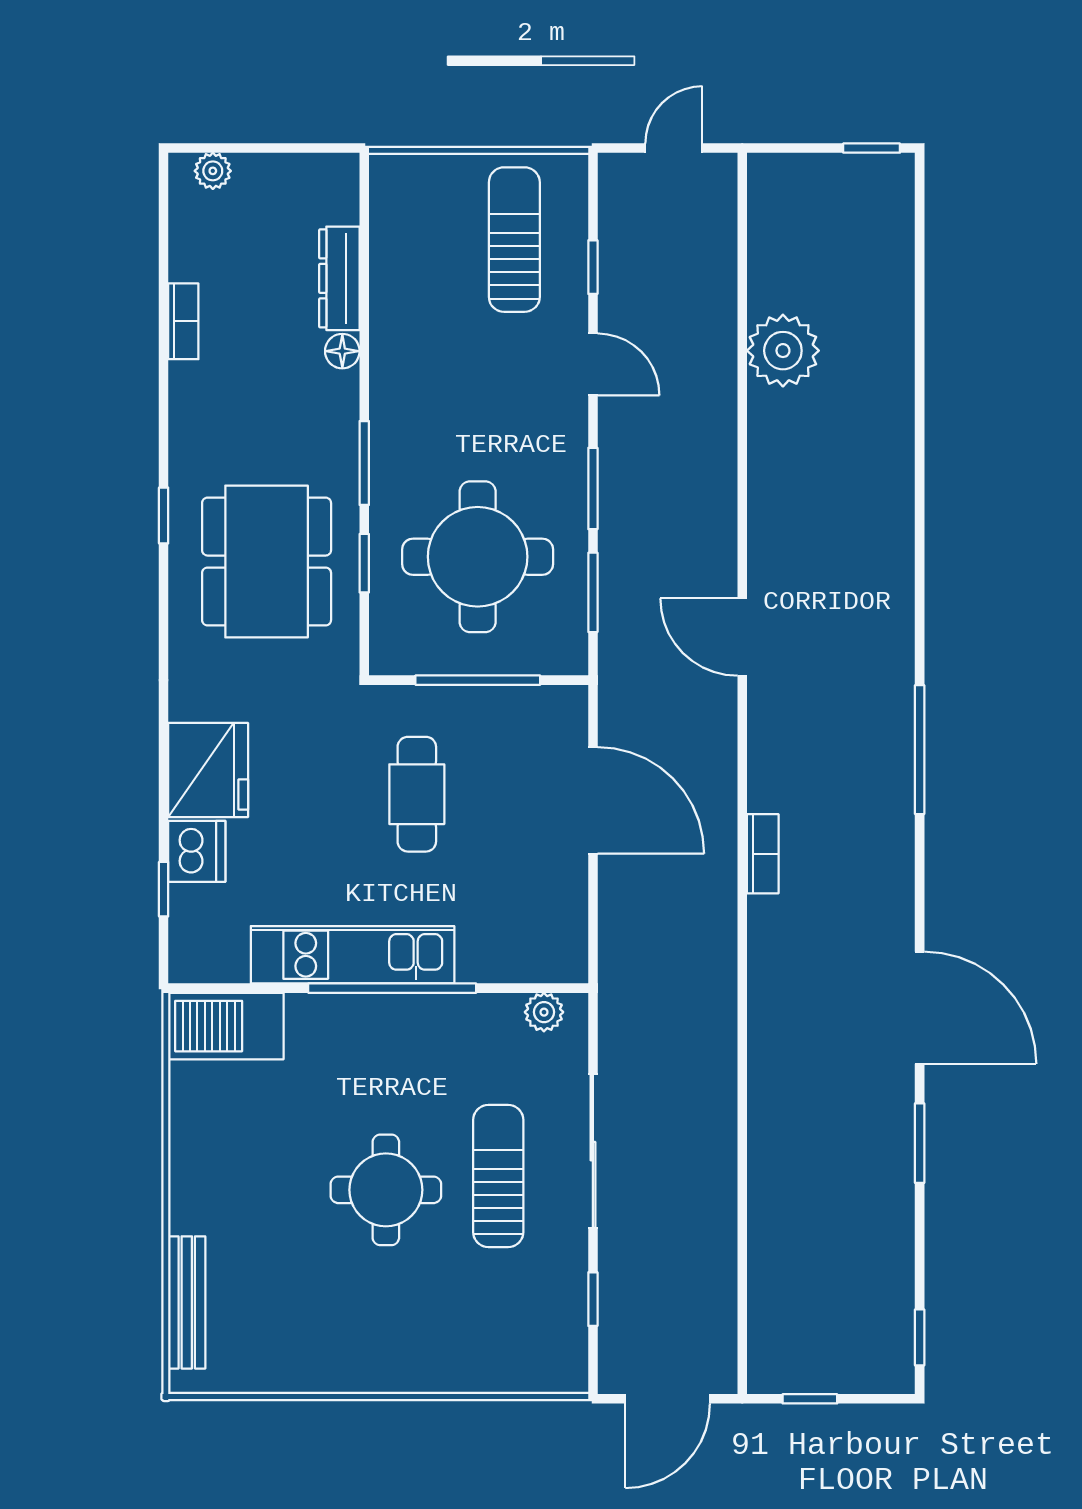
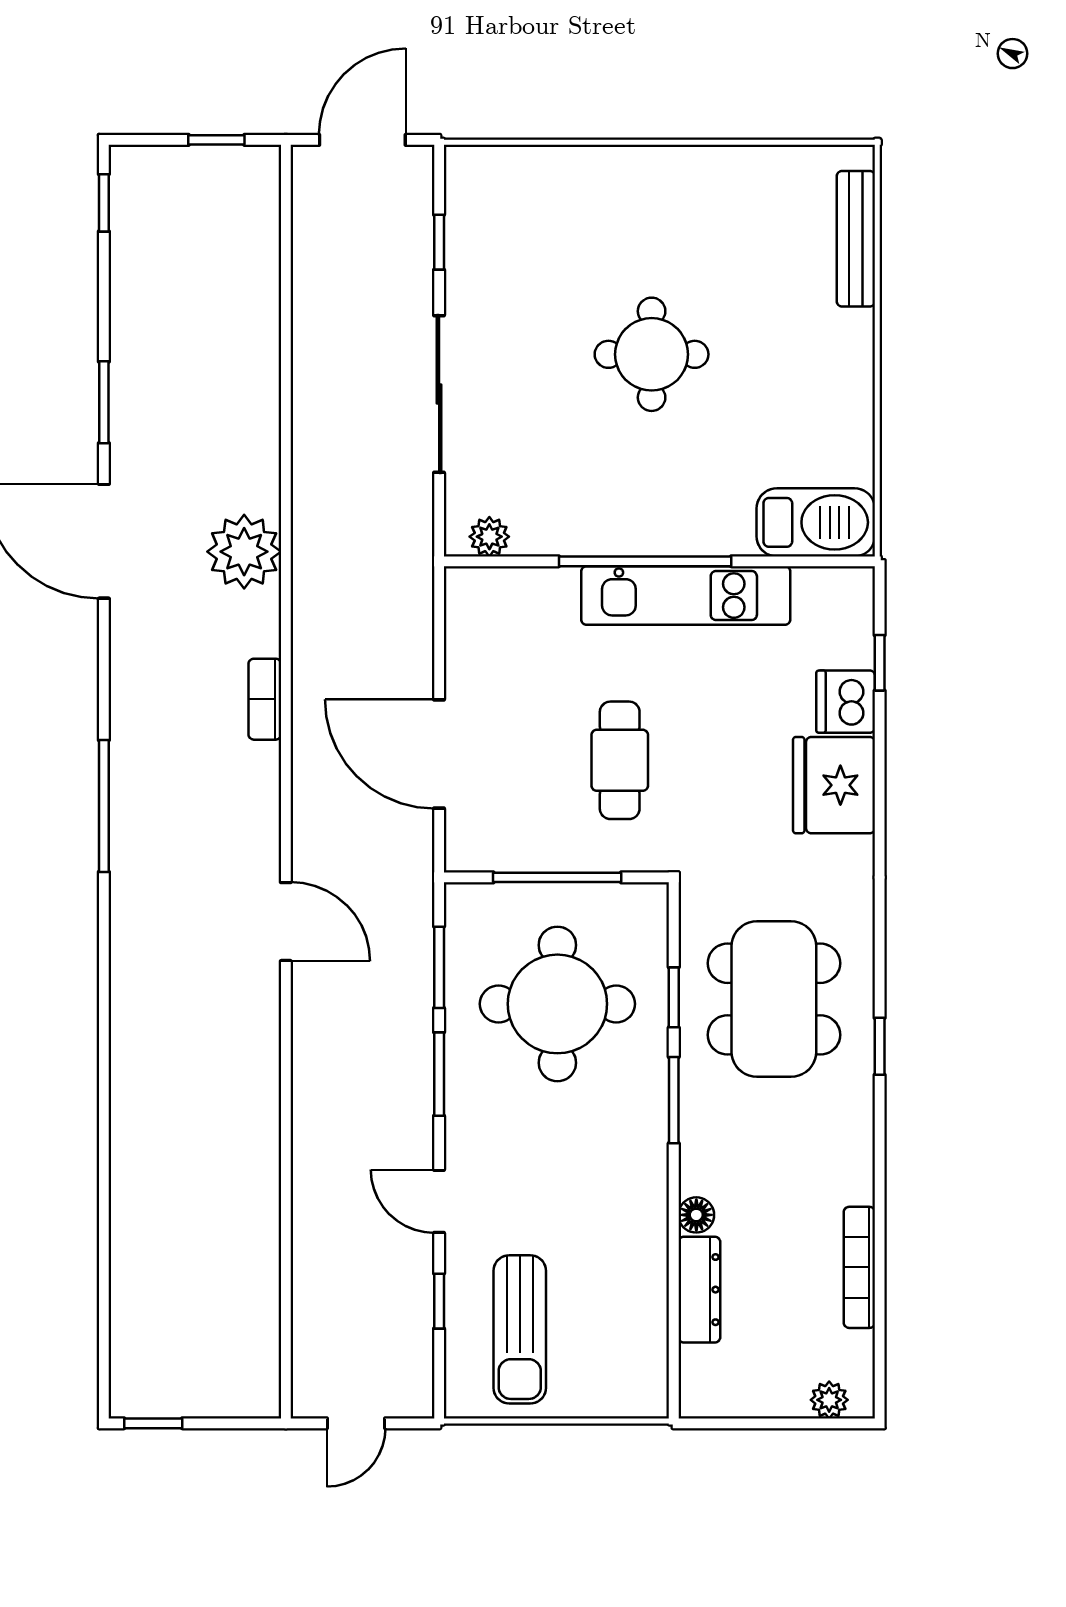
bookcase: (183, 321) -> (859, 1267), width x1.56
plant: (783, 351) -> (244, 552), moved
sun lounger: (498, 1176) -> (536, 369), removed

